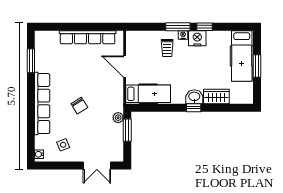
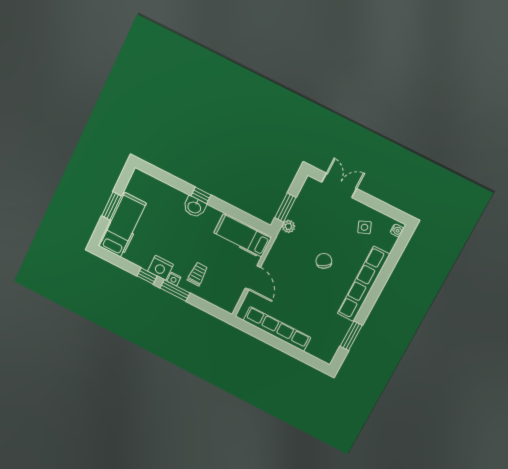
wardrobe: (216, 96) -> (170, 195), removed

